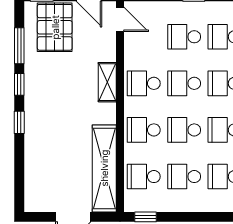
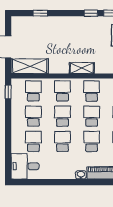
shelving: (107, 82) -> (82, 68), moved
window: (19, 122) -> (40, 13), moved
shelving: (104, 168) -> (30, 66), width x0.68

